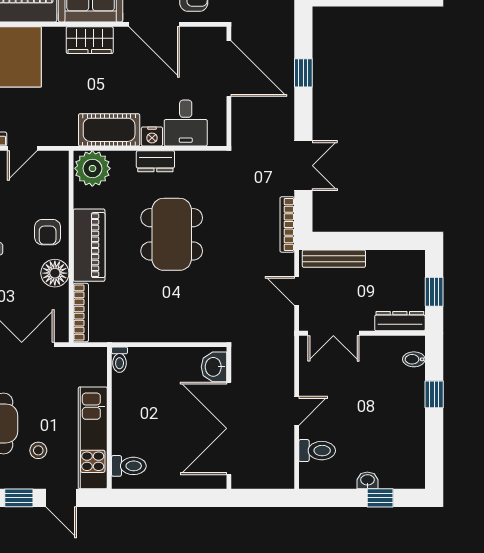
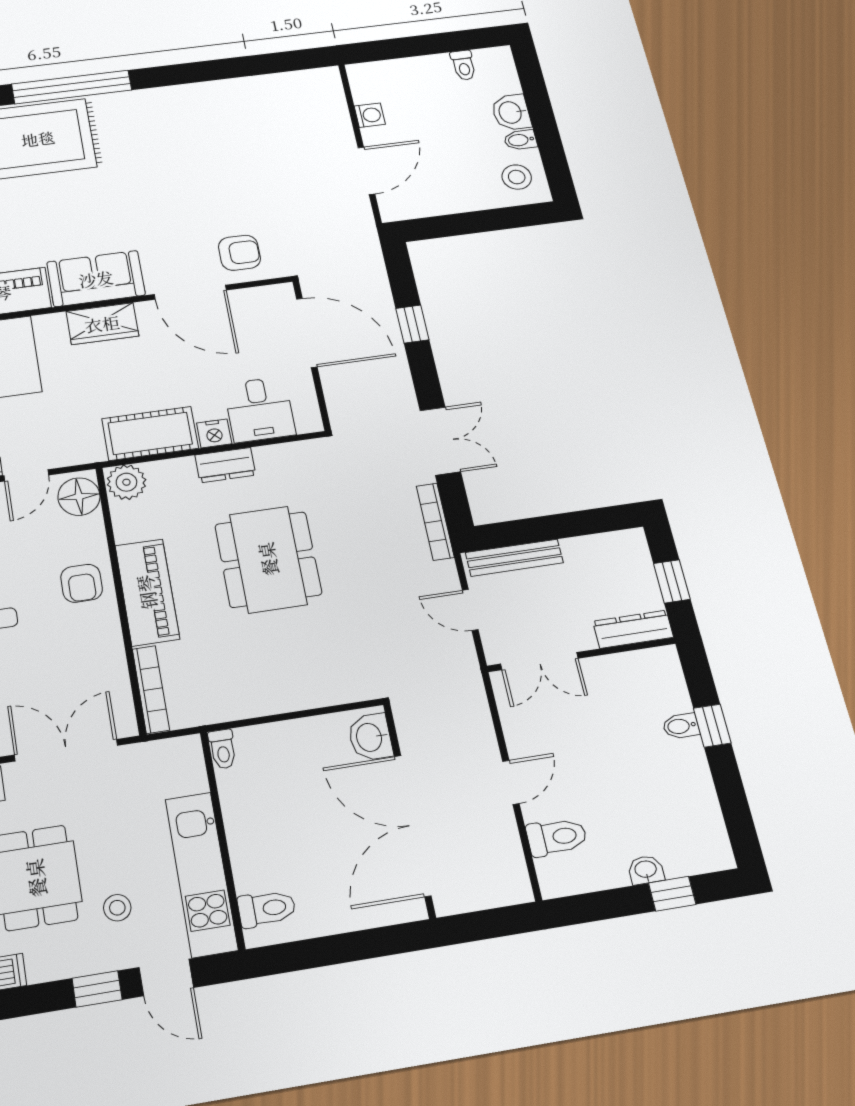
plant: (92, 168) -> (126, 482), width x0.73, depth x0.73
floor lamp: (55, 273) -> (79, 497), moved
bidet: (414, 359) -> (681, 726), moved

